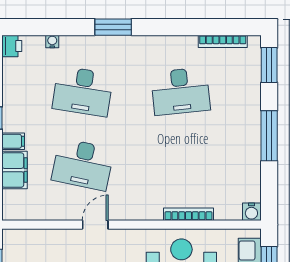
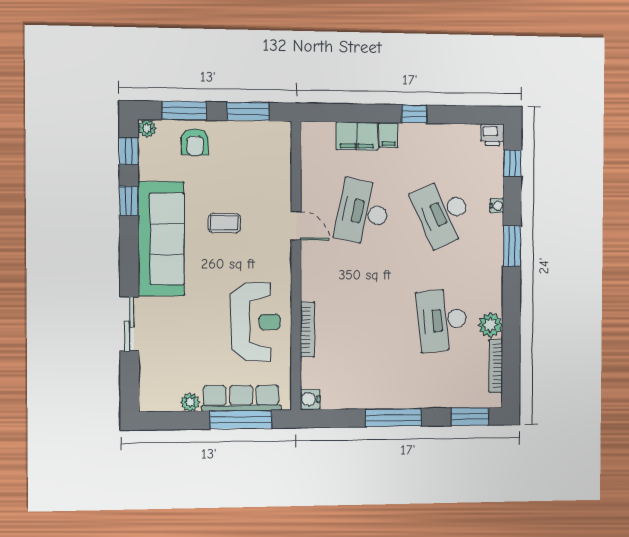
window: (37, 27) -> (512, 163), added
water cooler: (52, 41) -> (497, 206), moved
plant: (185, 47) -> (490, 325), added
desk: (83, 91) -> (443, 213), turned -33

